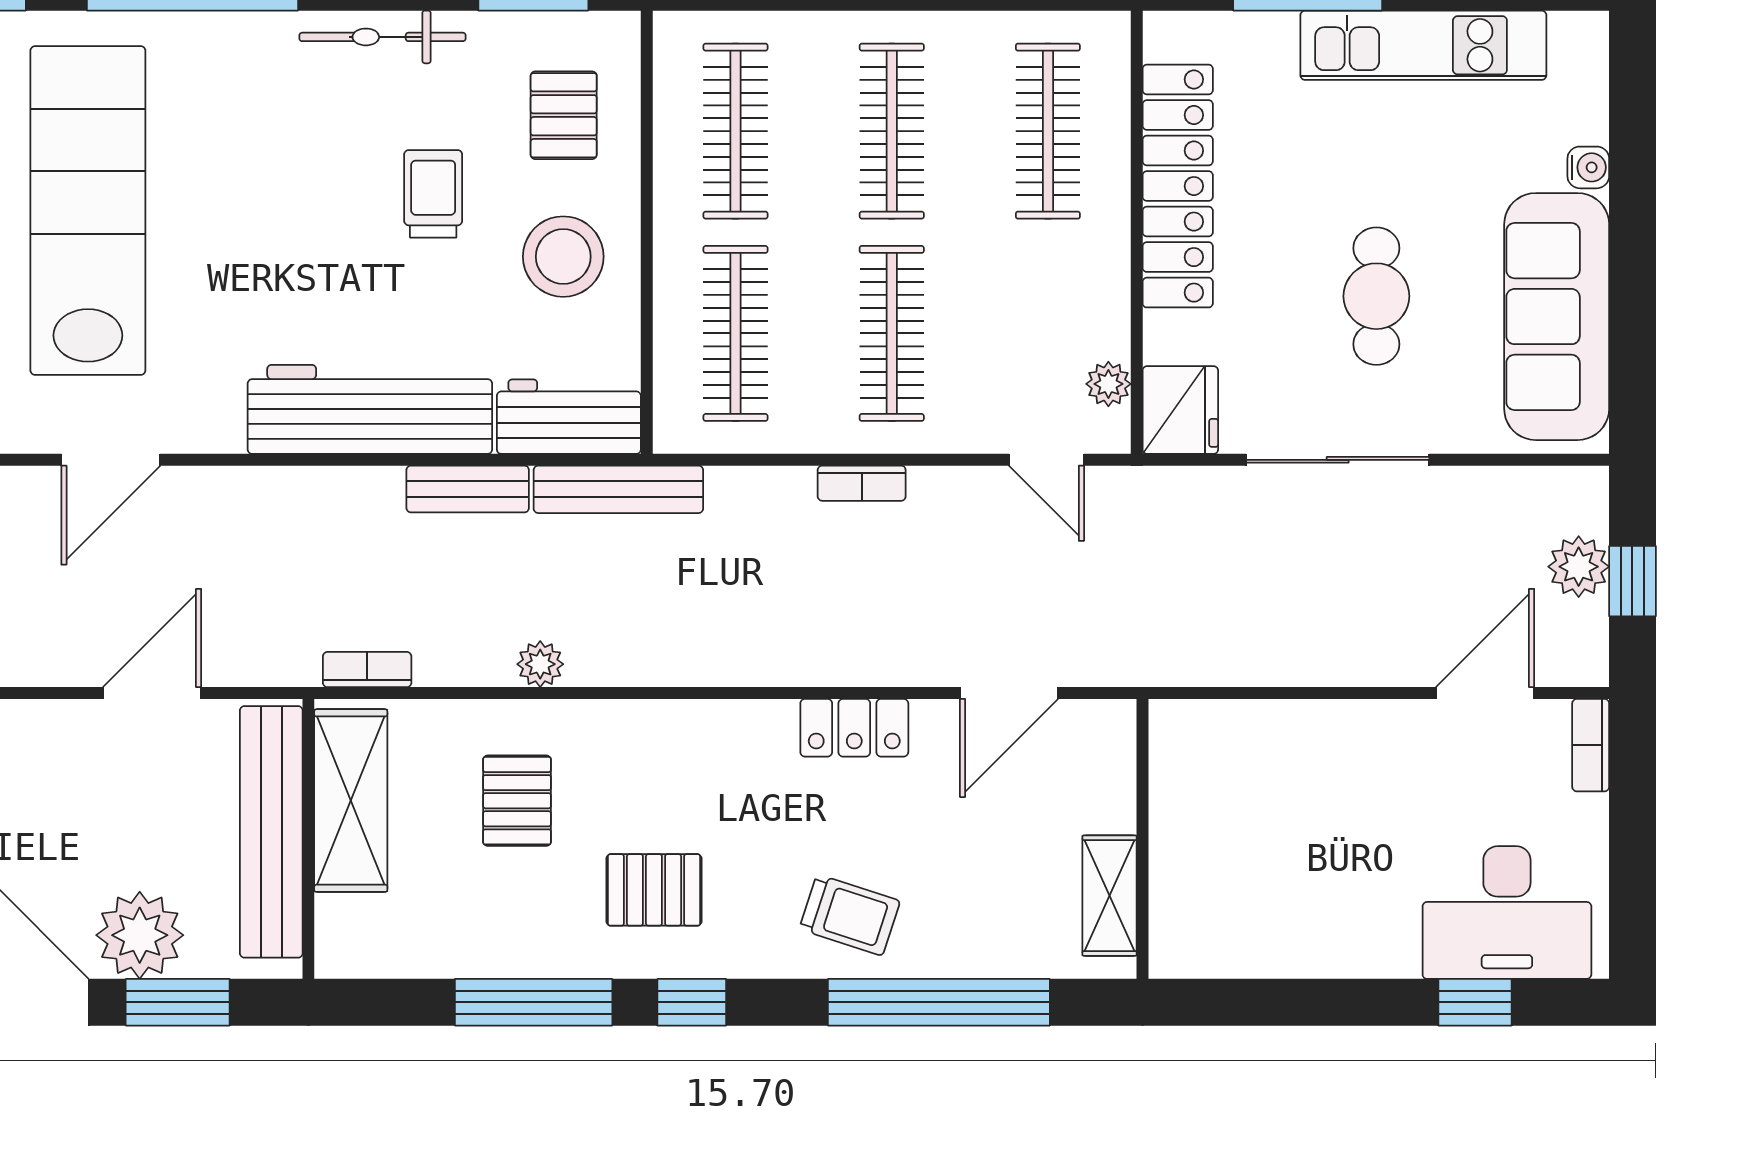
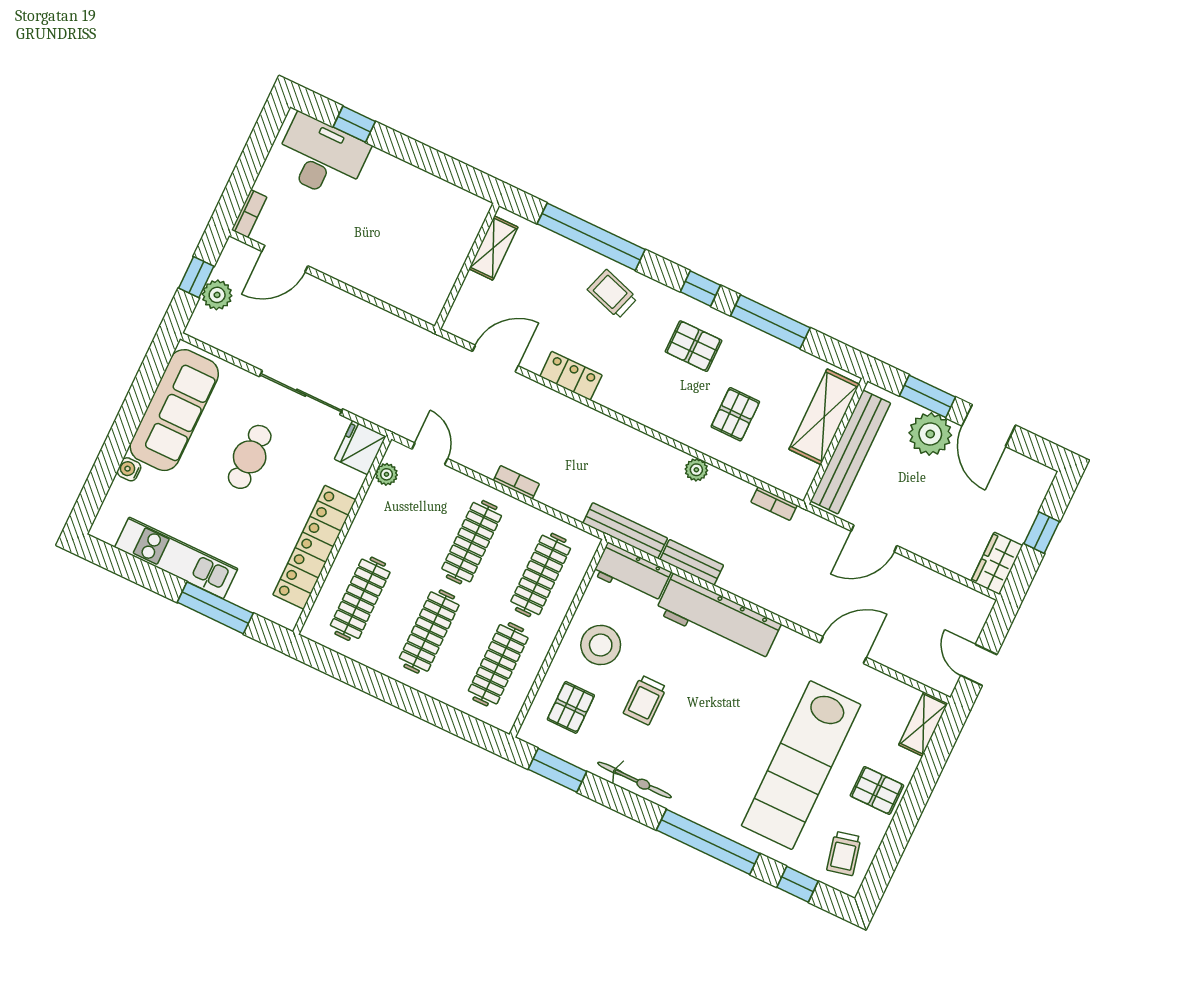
shelving: (351, 801) -> (824, 417), moved

